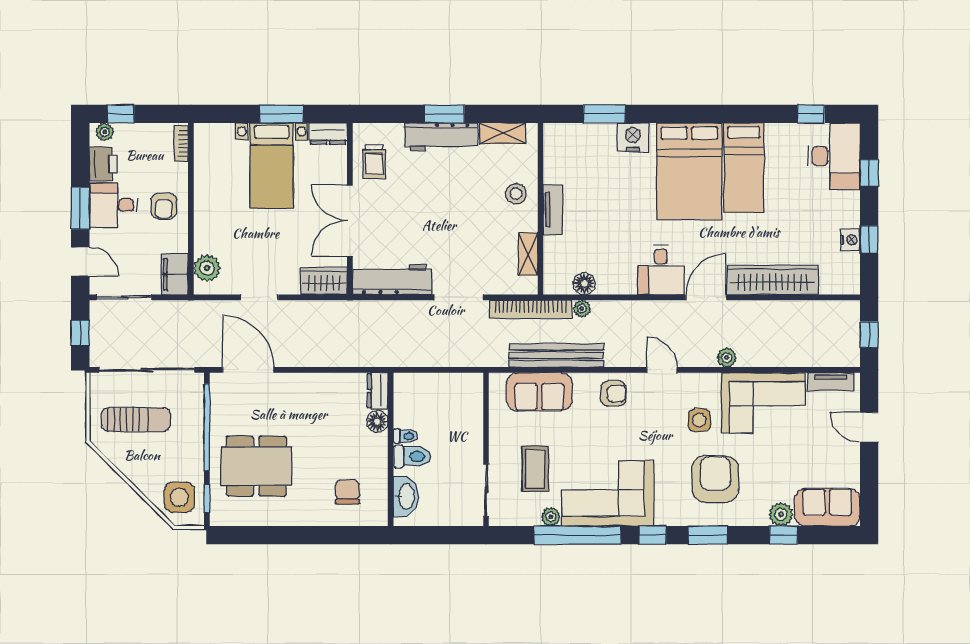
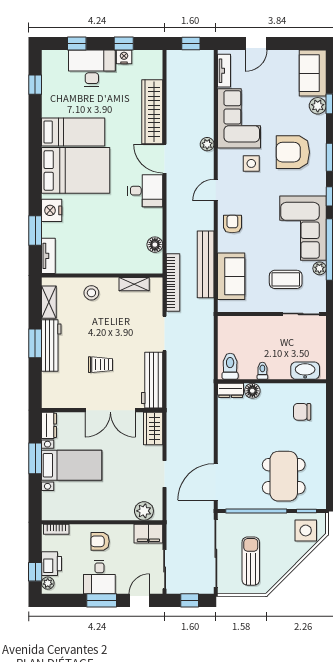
desk: (834, 156) -> (92, 68), moved
trolley: (374, 162) -> (100, 365), moved
printer: (103, 164) -> (51, 564), moved, turned 90
armchair: (164, 206) -> (100, 541), turned 180
tv unit: (553, 210) -> (48, 256), moved, turned 90
plant: (582, 309) -> (172, 246), removed
toilet: (412, 456) -> (230, 366), moved

